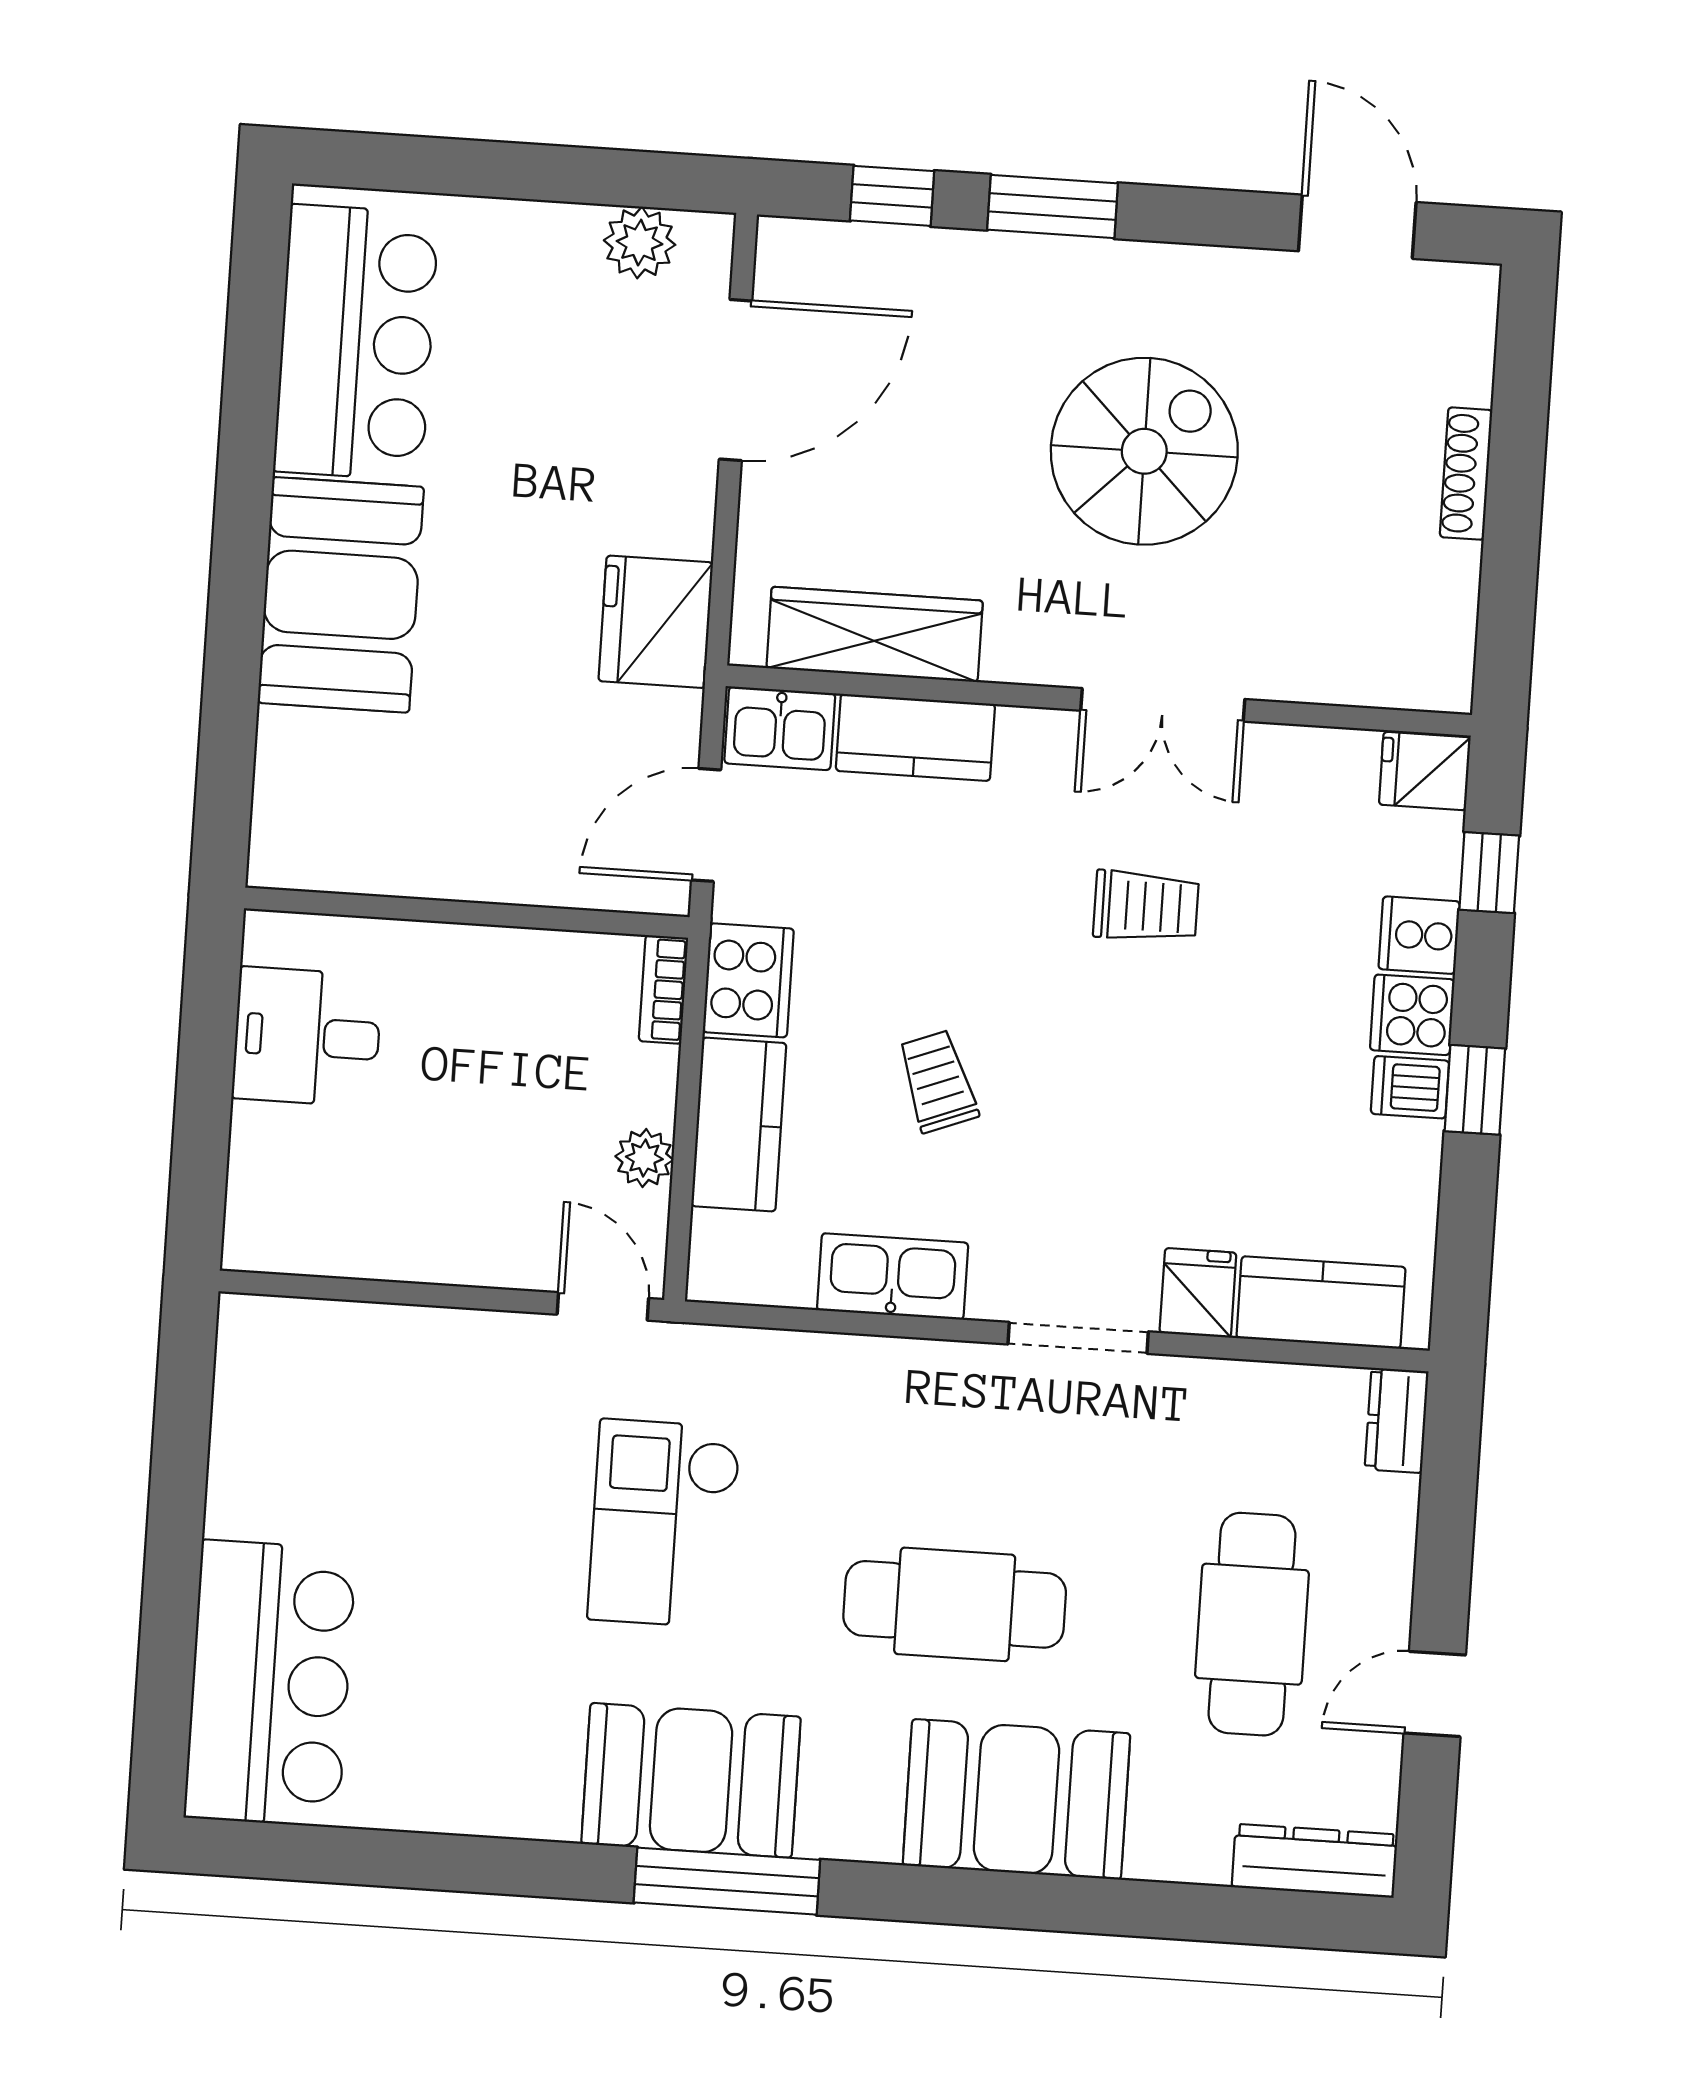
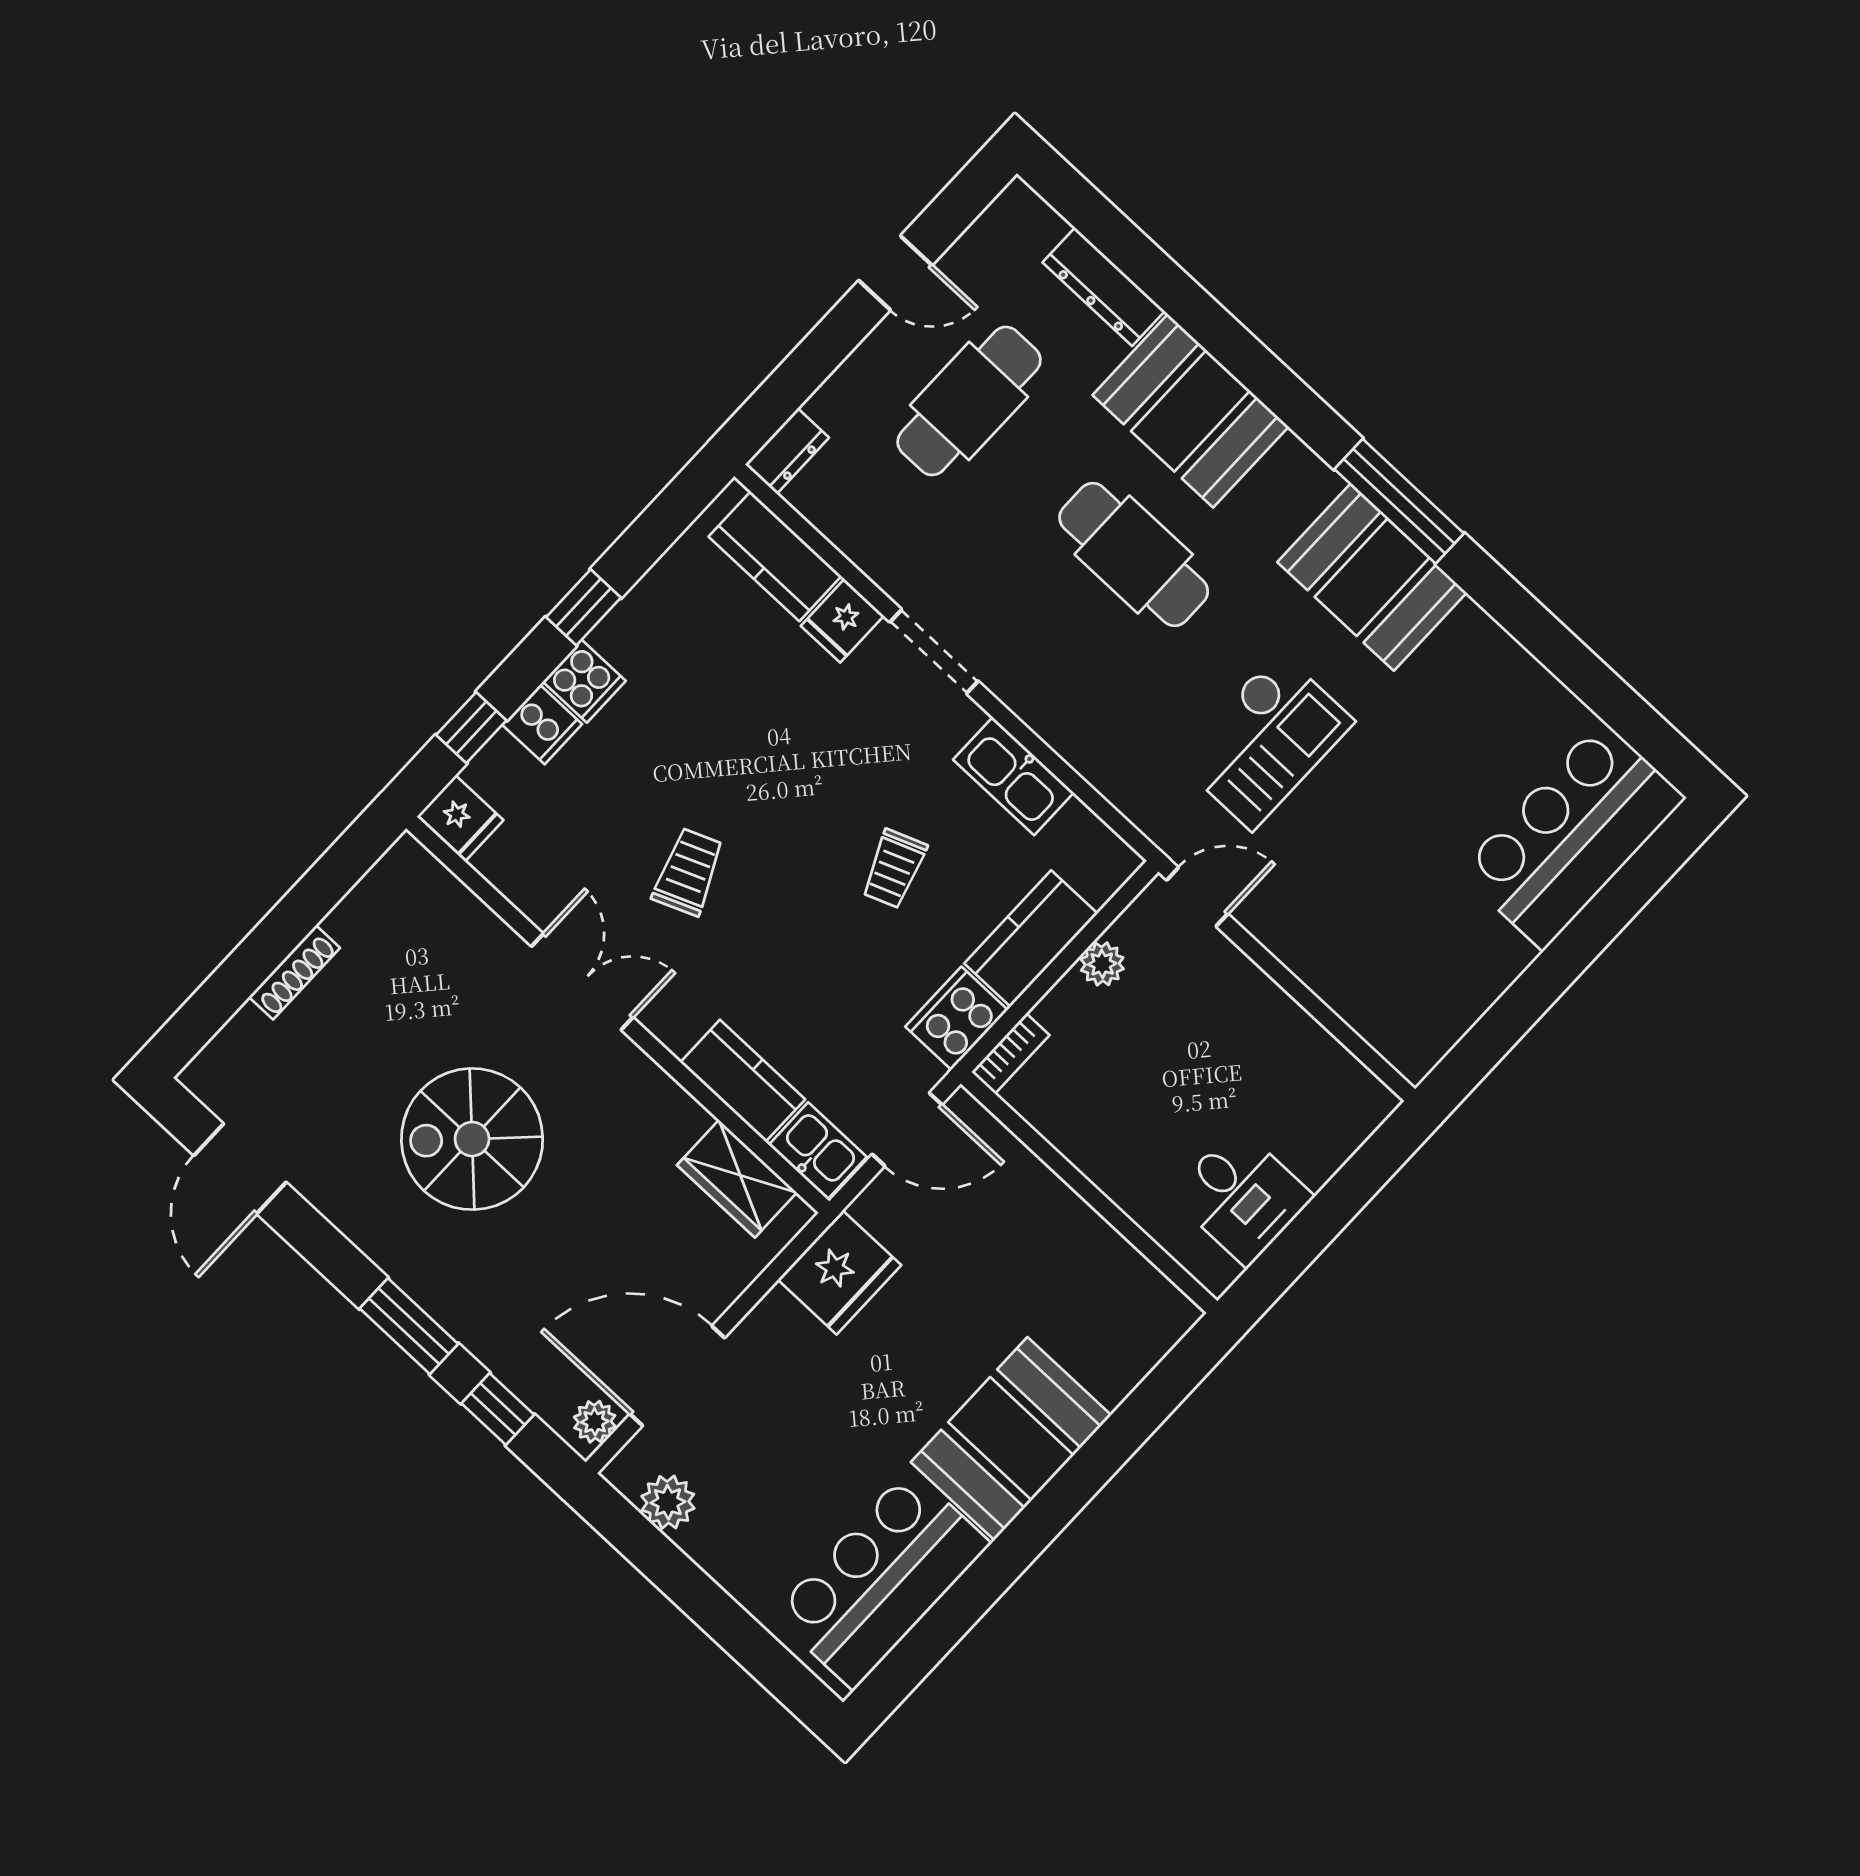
plant: (782, 264) -> (595, 1422), added
wardrobe: (875, 634) -> (737, 1179), width x0.67
trolley: (1146, 906) -> (688, 872), turned 68
dishwasher: (1410, 1087) -> (620, 640), removed
door: (603, 1306) -> (1197, 897), swing flipped
dresser: (1315, 1861) -> (1104, 287), moved

